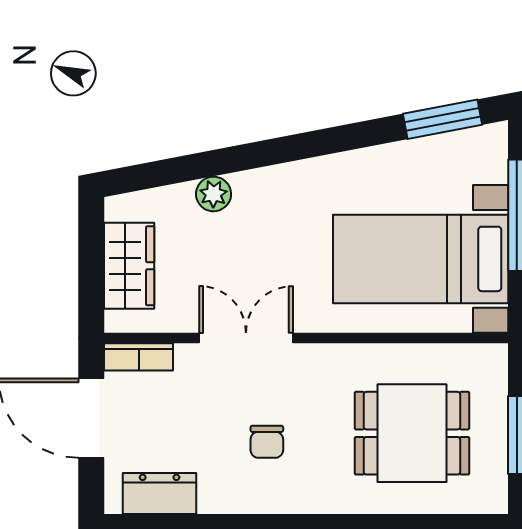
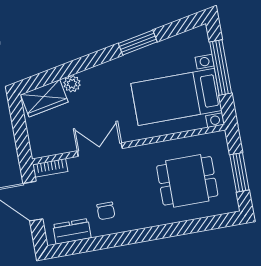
window: (442, 119) -> (138, 43), moved
wardrobe: (129, 266) -> (44, 98), moved, turned 79
chair: (267, 442) -> (106, 211), moved

